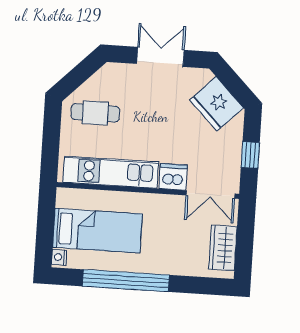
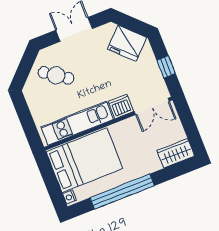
cafe table: (95, 113) -> (56, 75), moved, turned 35
bed: (97, 231) -> (84, 160), width x1.50
wardrobe: (223, 248) -> (176, 153), moved, turned 90

